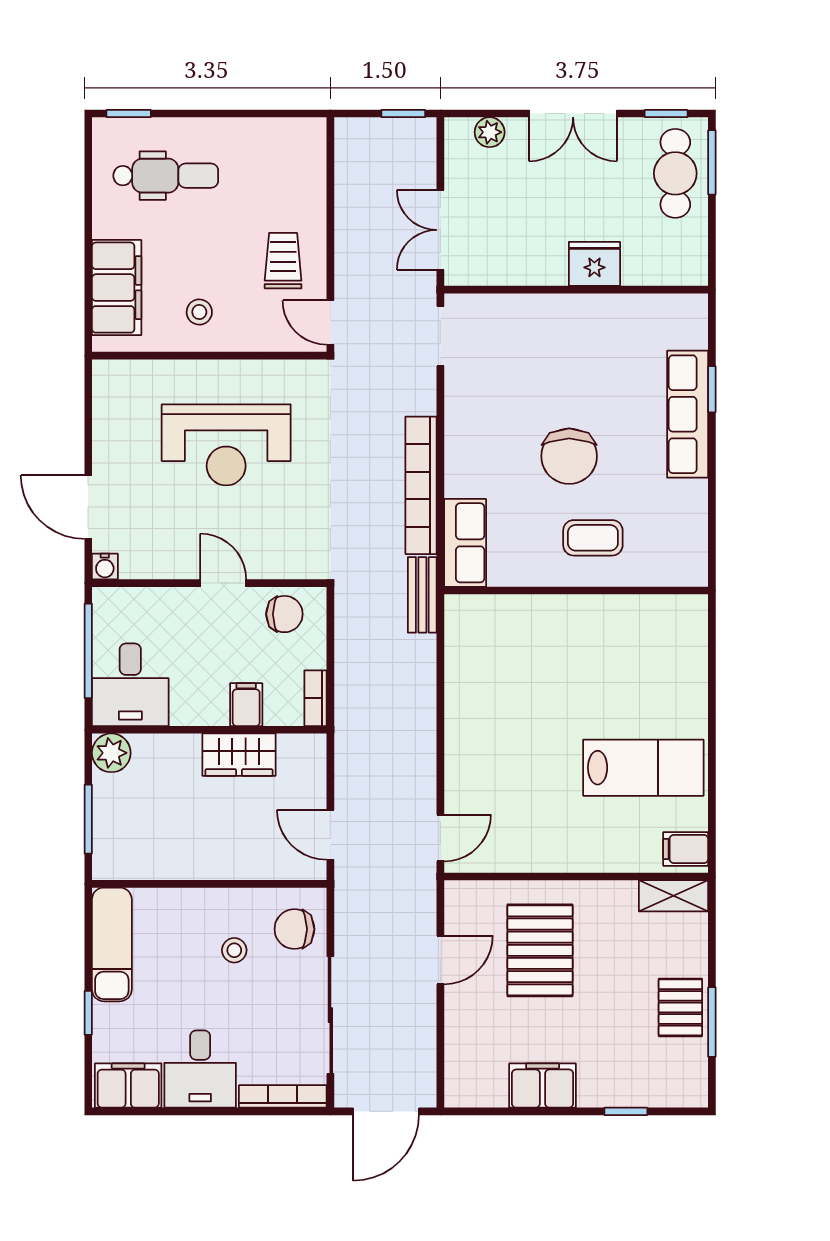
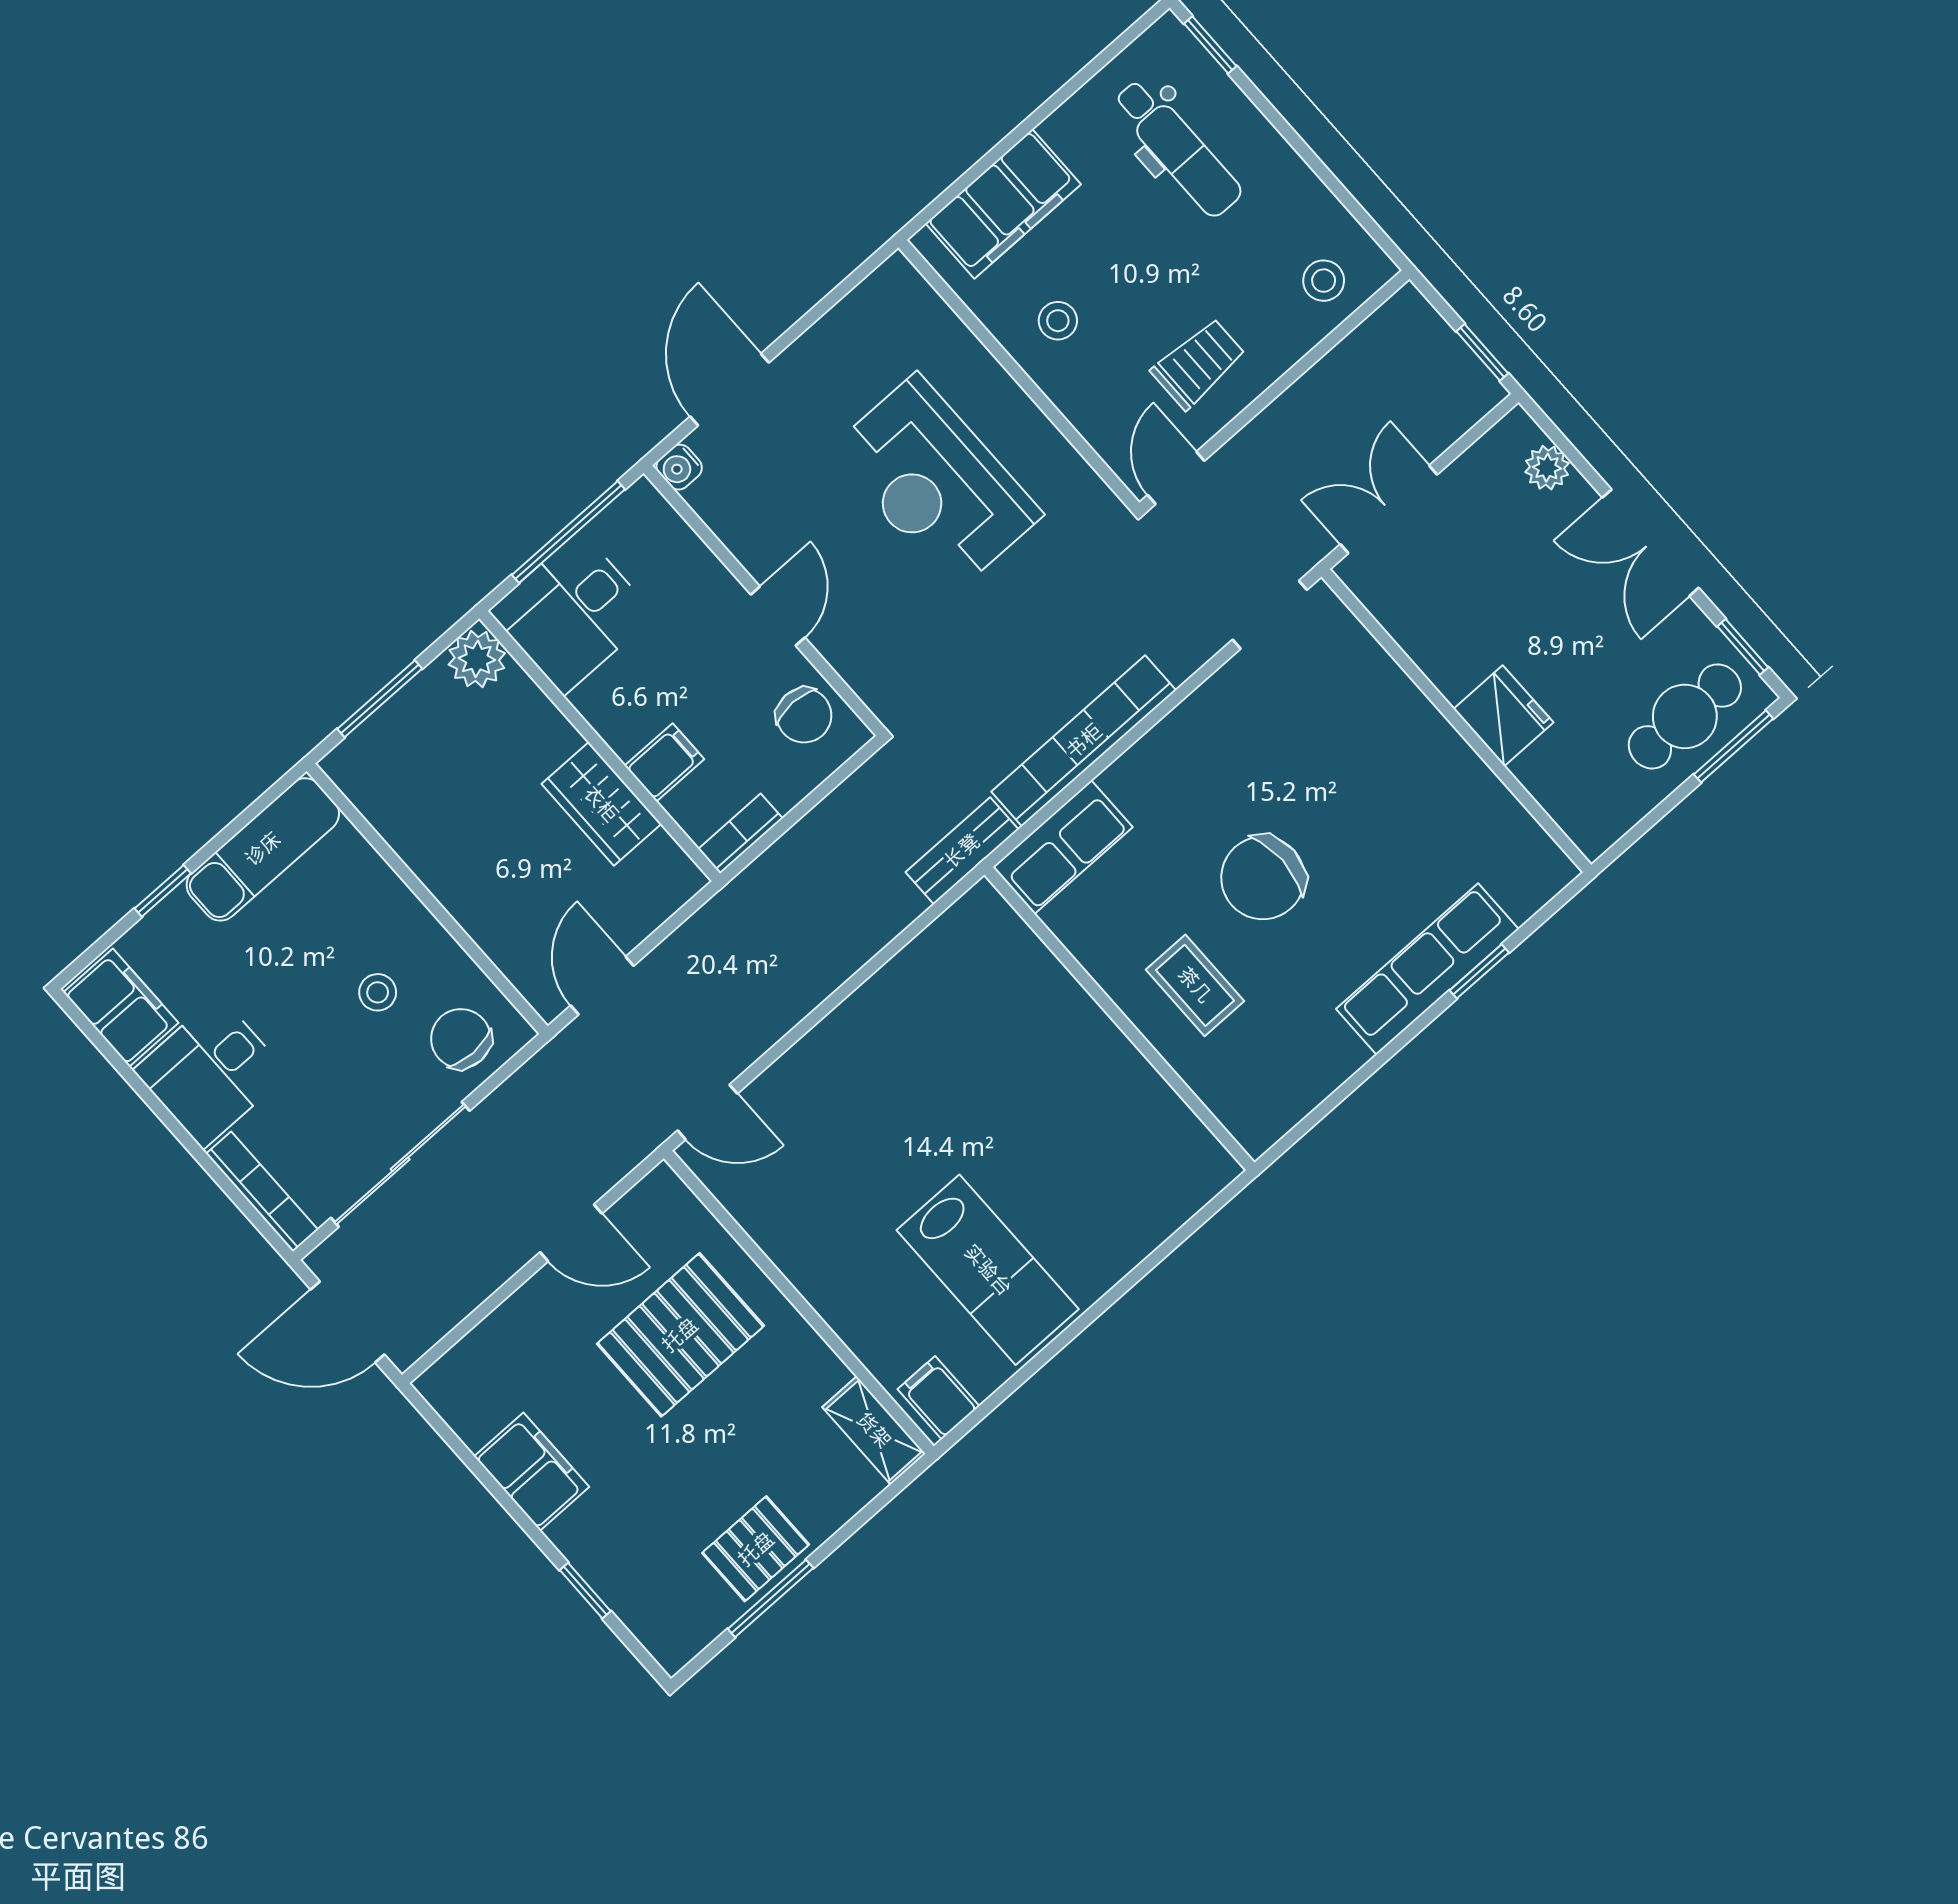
stool: (297, 161) -> (1324, 281), added

